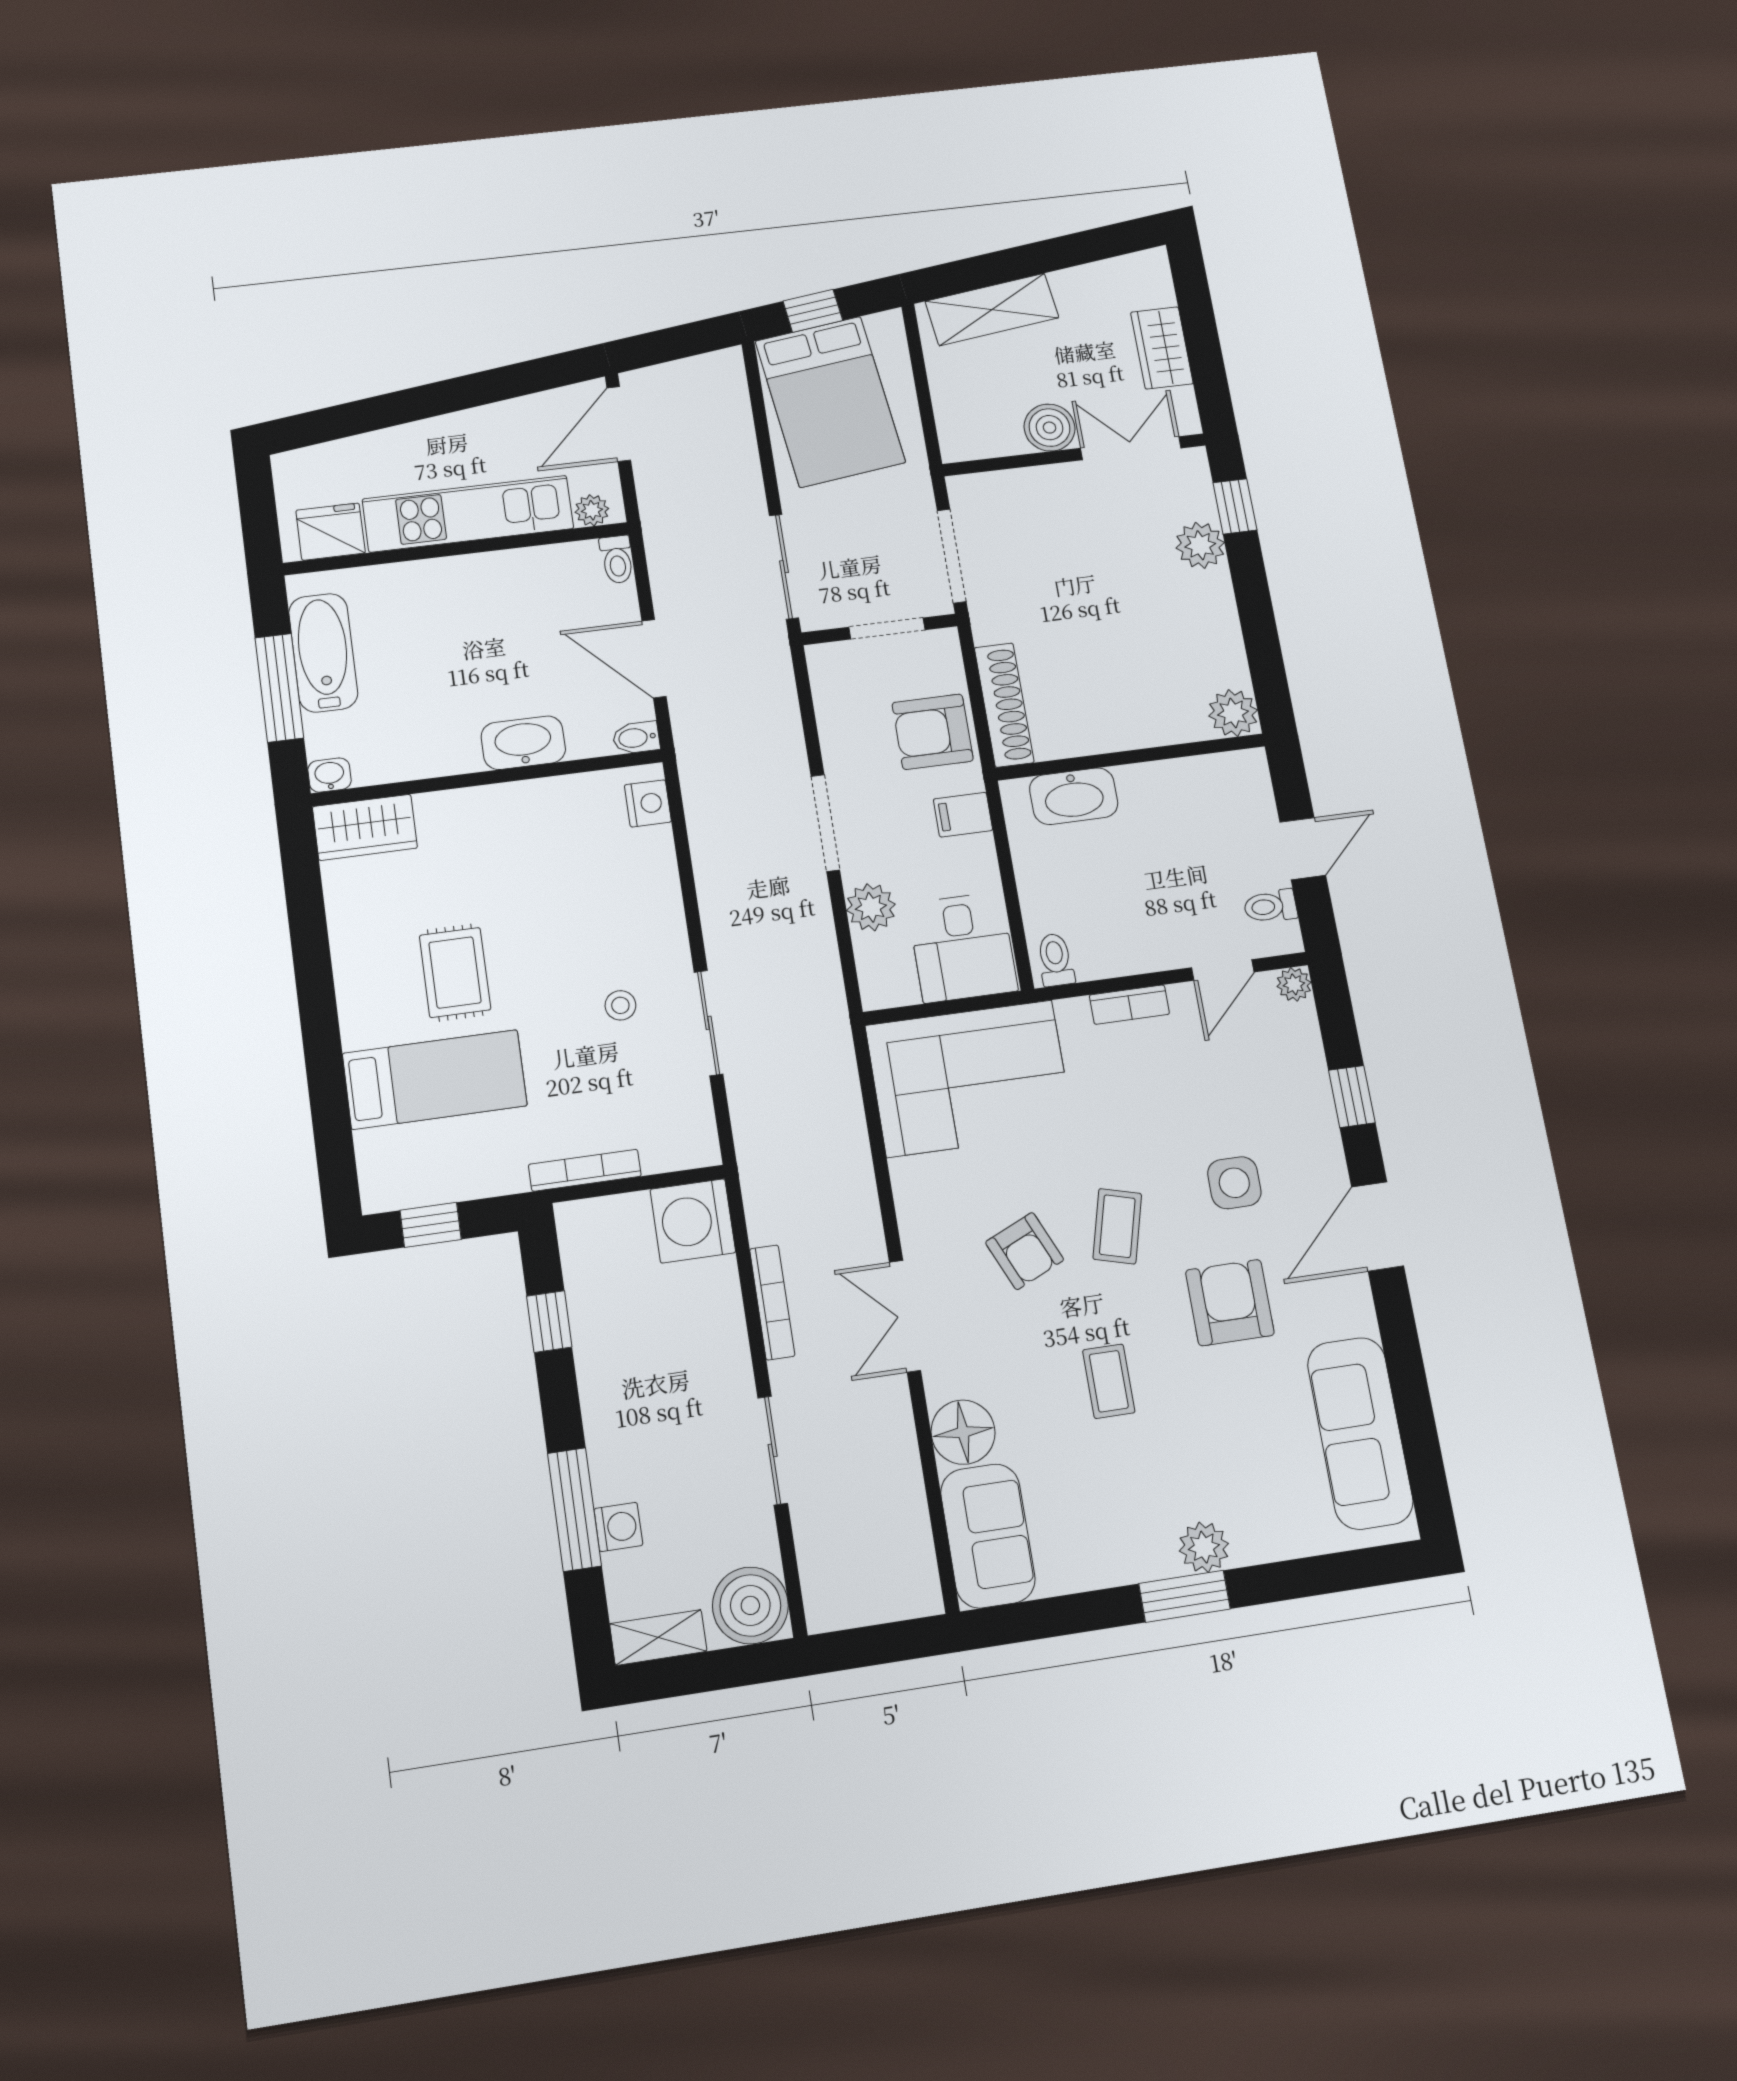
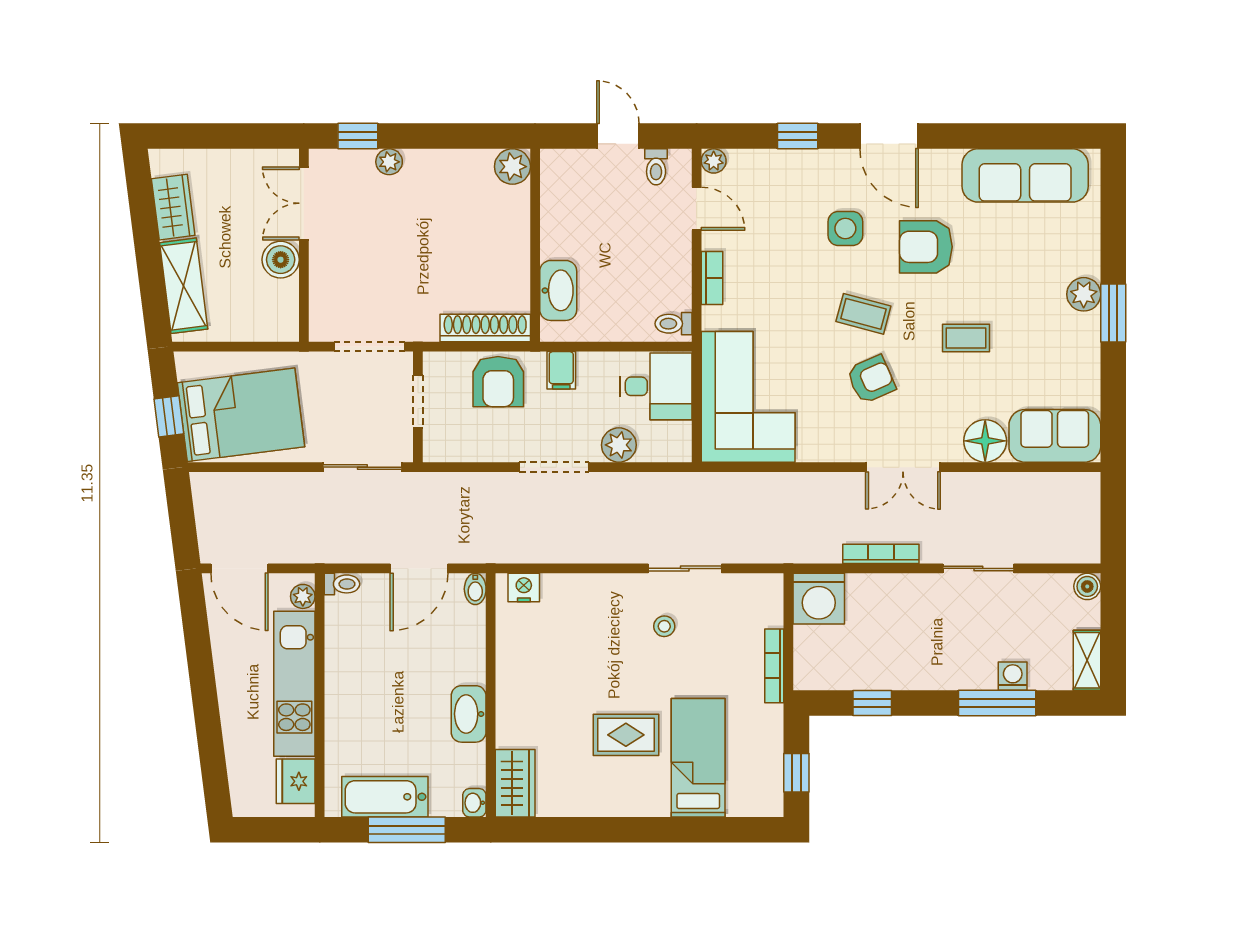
wardrobe: (1162, 348) -> (173, 207), moved, turned -97
plant: (1200, 545) -> (389, 162), width x0.73, depth x0.73
washbasin: (523, 743) -> (469, 714), moved
boiler: (750, 1605) -> (1087, 586), width x0.54, depth x0.54

